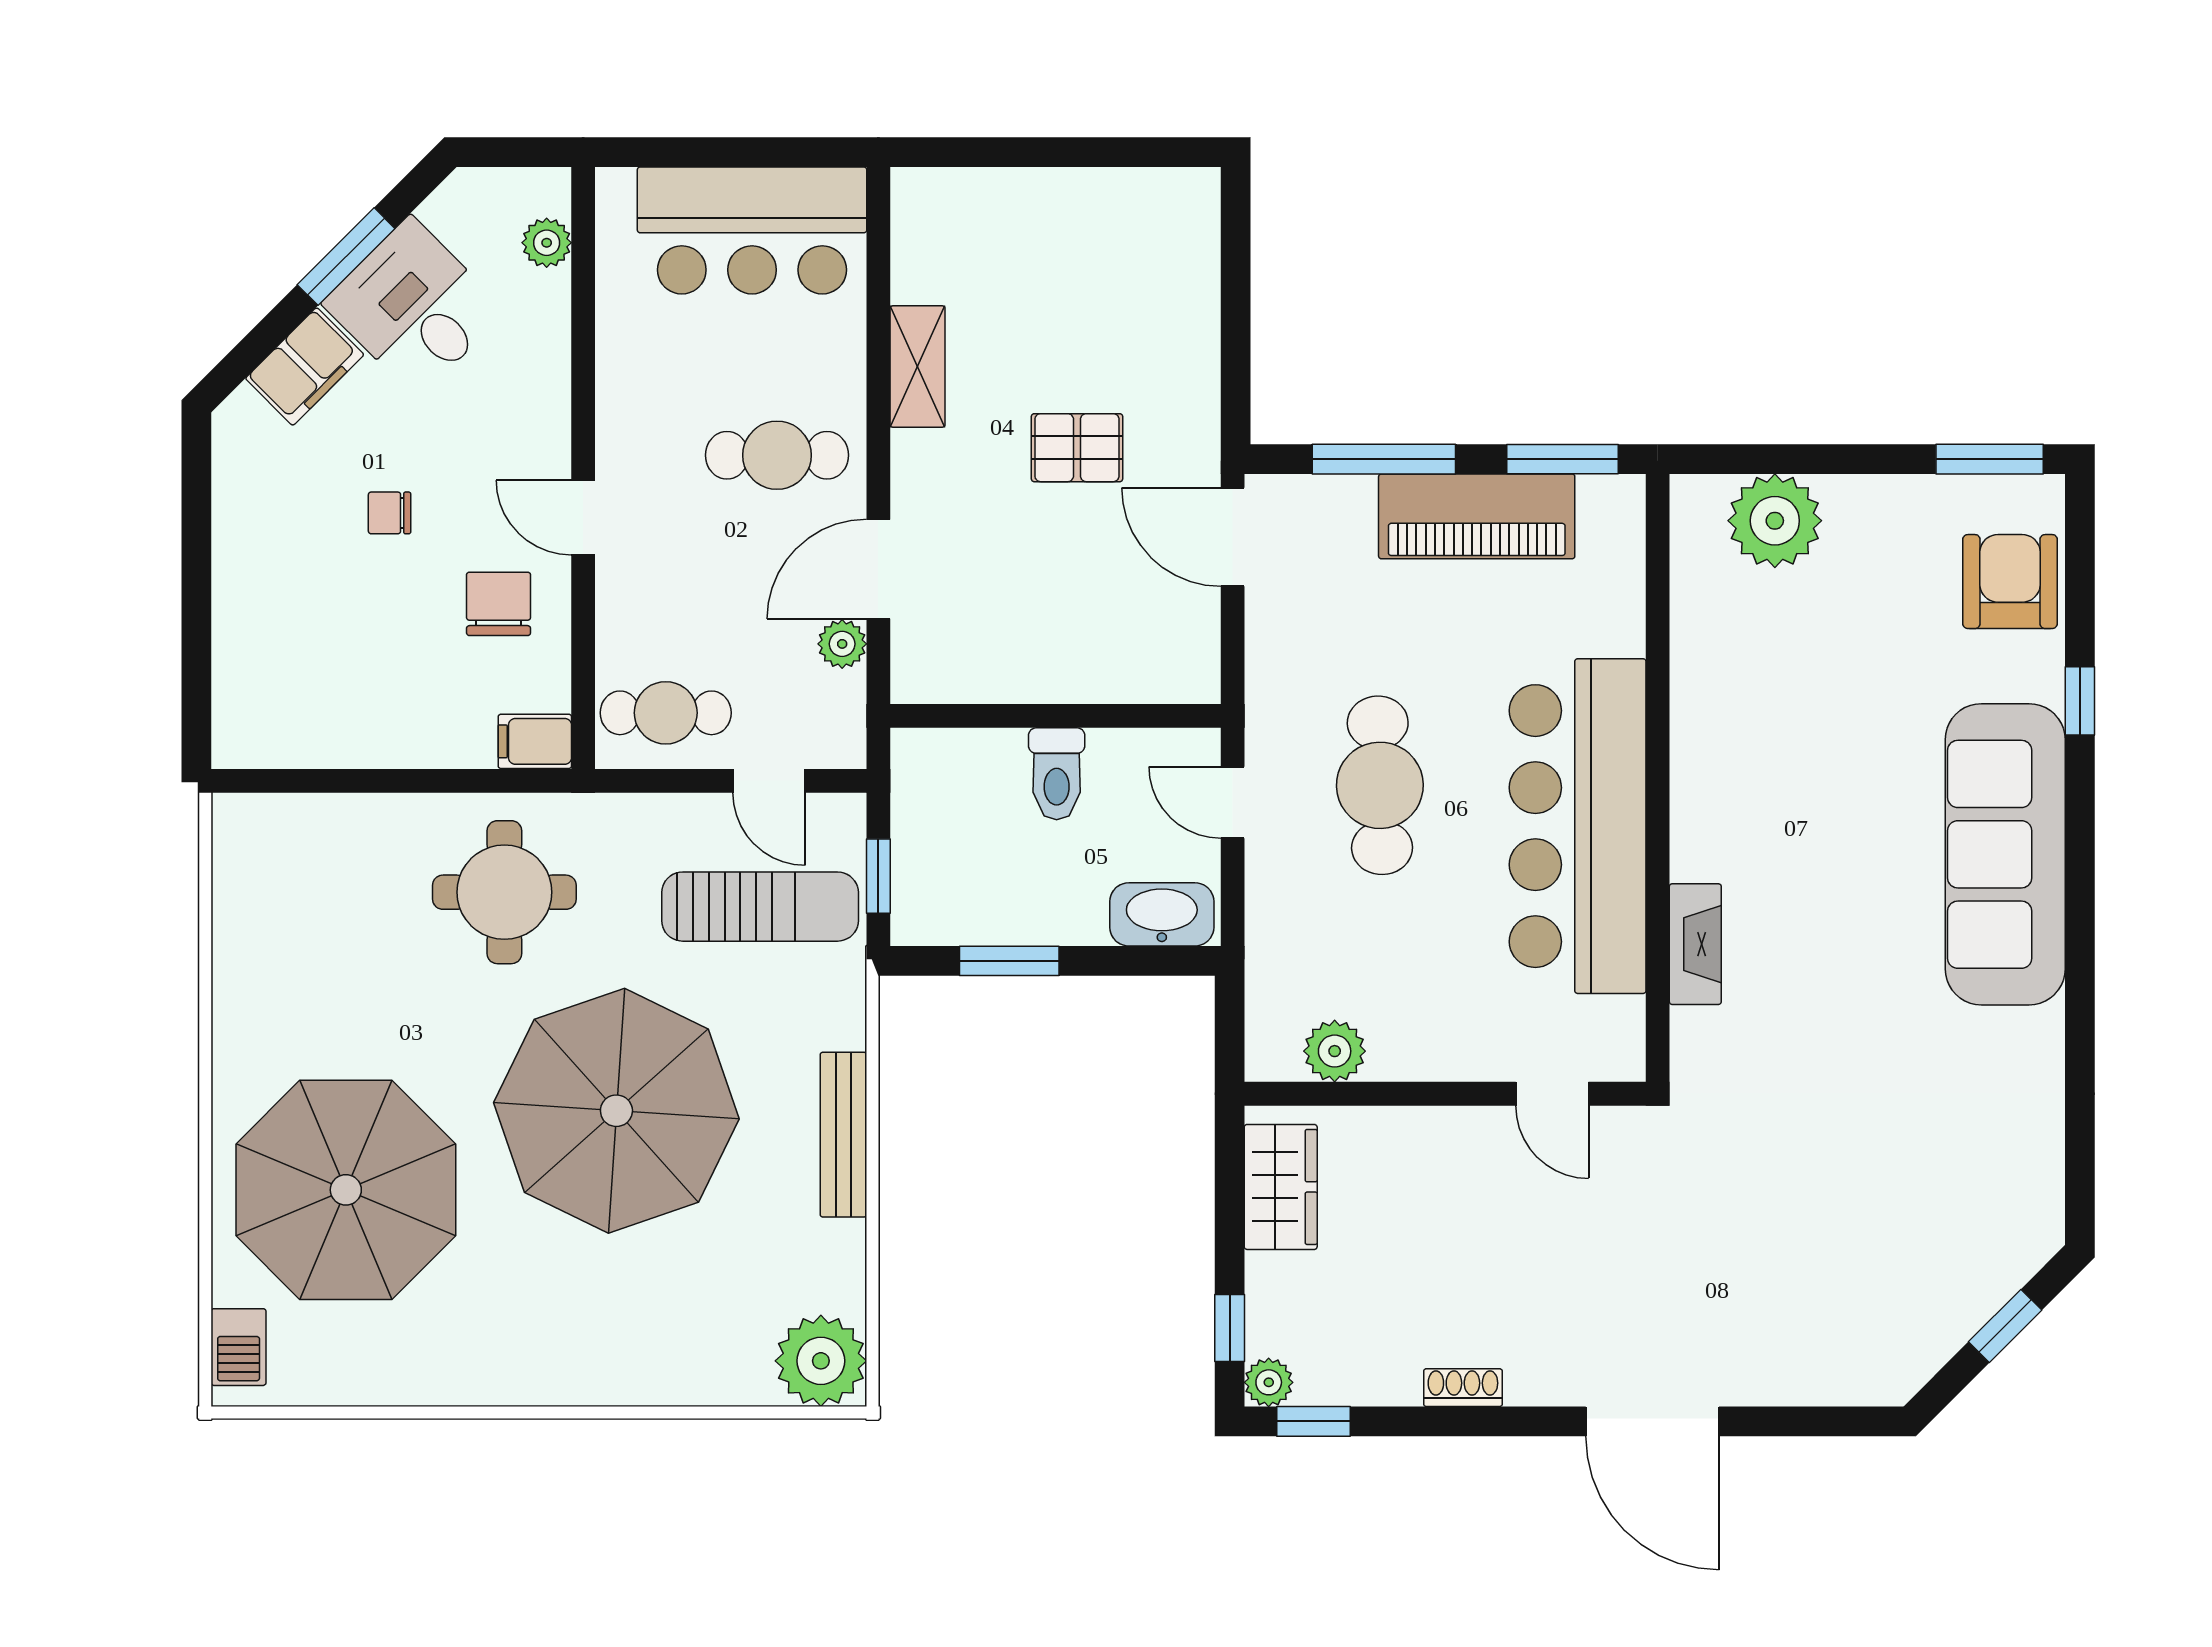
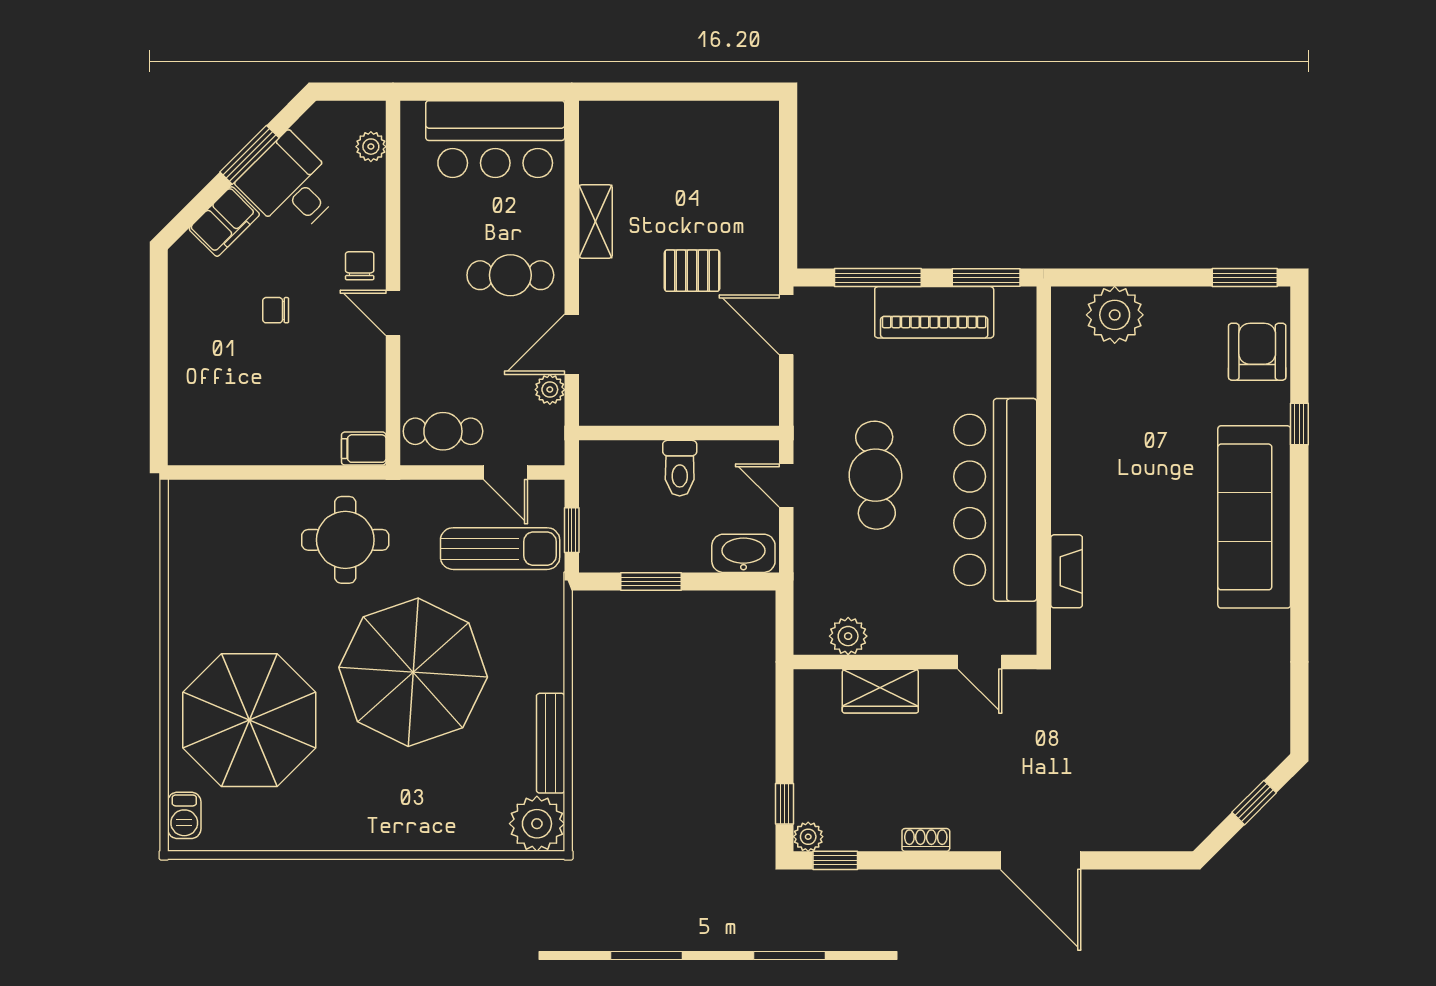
chair: (499, 604) -> (360, 266), moved, width x0.73, depth x0.73
bench: (843, 1135) -> (551, 743), moved
wardrobe: (1281, 1187) -> (880, 691), moved, turned 90

